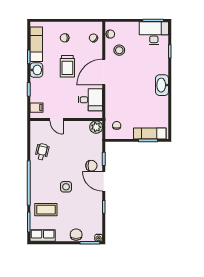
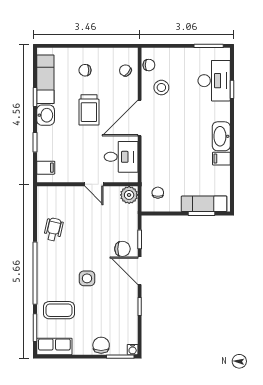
desk: (154, 33) -> (214, 81), moved, turned 90
filing cabinet: (162, 101) -> (221, 159), added
door: (56, 119) -> (94, 184), moved

